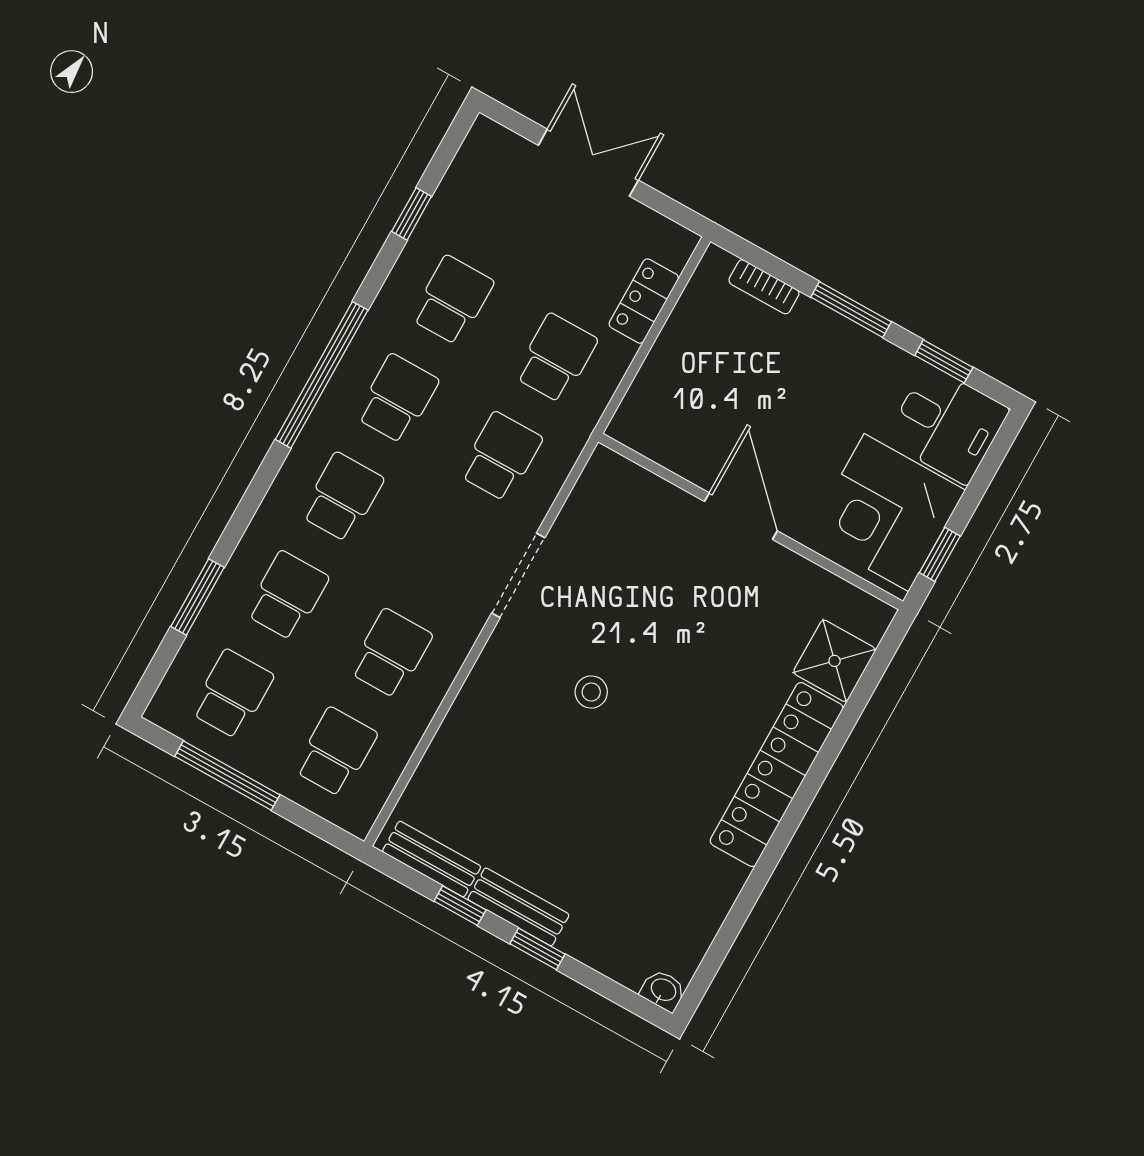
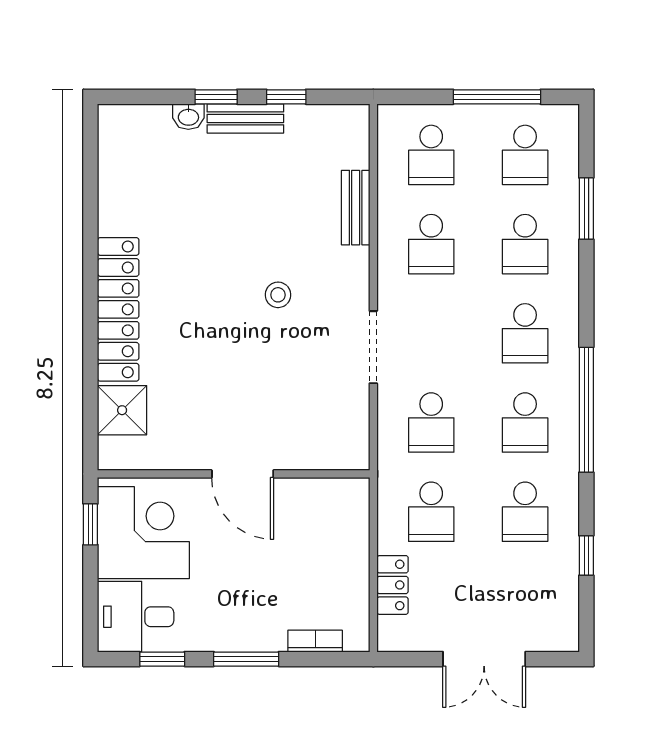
bench: (432, 859) -> (356, 208), moved, turned 90
washbasin: (663, 990) -> (188, 117), moved

